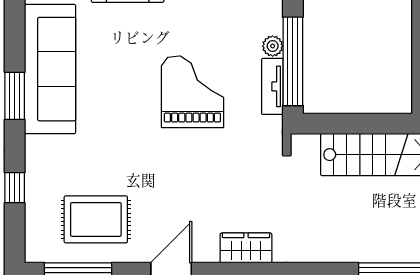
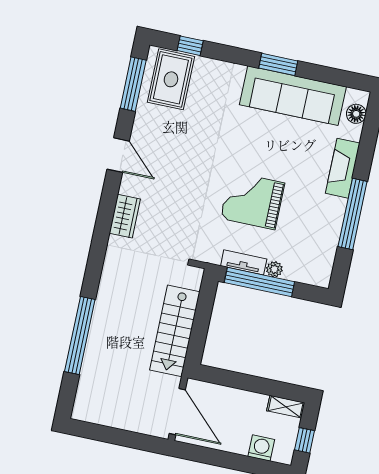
grand piano: (192, 92) -> (253, 201), turned 180
window: (15, 188) -> (190, 46), moved
rug: (96, 219) -> (171, 79), moved

